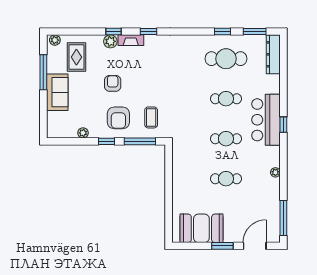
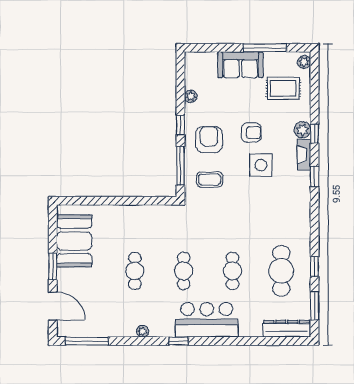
side table: (139, 75) -> (261, 165), added
armchair: (118, 118) -> (209, 140), turned 90
window: (283, 125) -> (179, 341), moved

